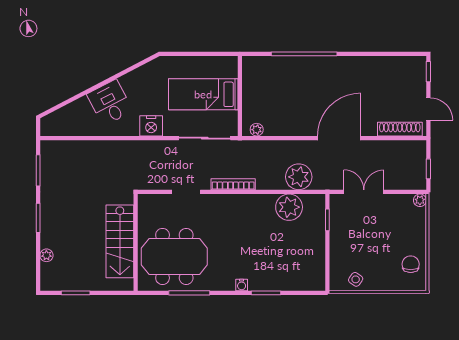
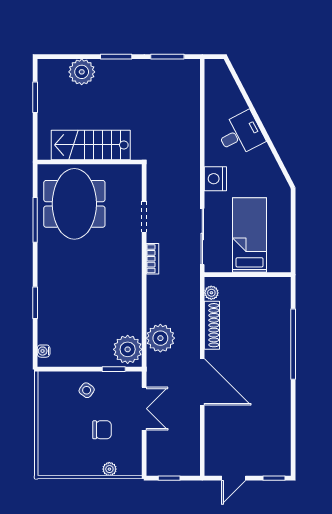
shoe rack: (400, 129) -> (212, 325), moved
bookcase: (233, 184) -> (152, 259), width x0.64
plant: (420, 200) -> (109, 469), moved
plant: (289, 207) -> (128, 349), moved
plant: (46, 255) -> (82, 72), width x1.88, depth x1.88
chair: (411, 264) -> (102, 430), moved
side table: (356, 279) -> (87, 390), moved
water cooler: (242, 285) -> (44, 351), moved

